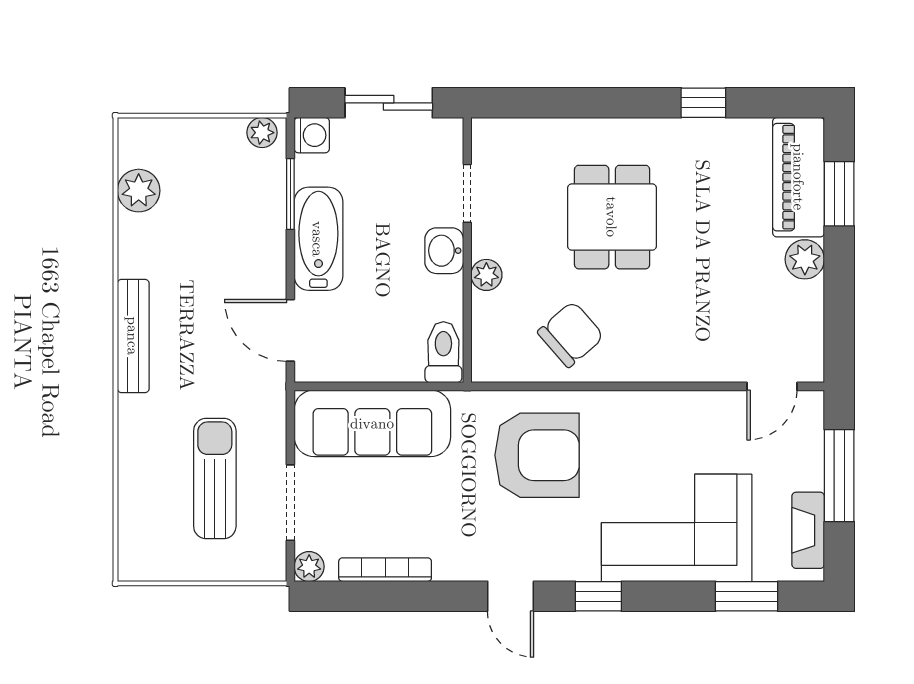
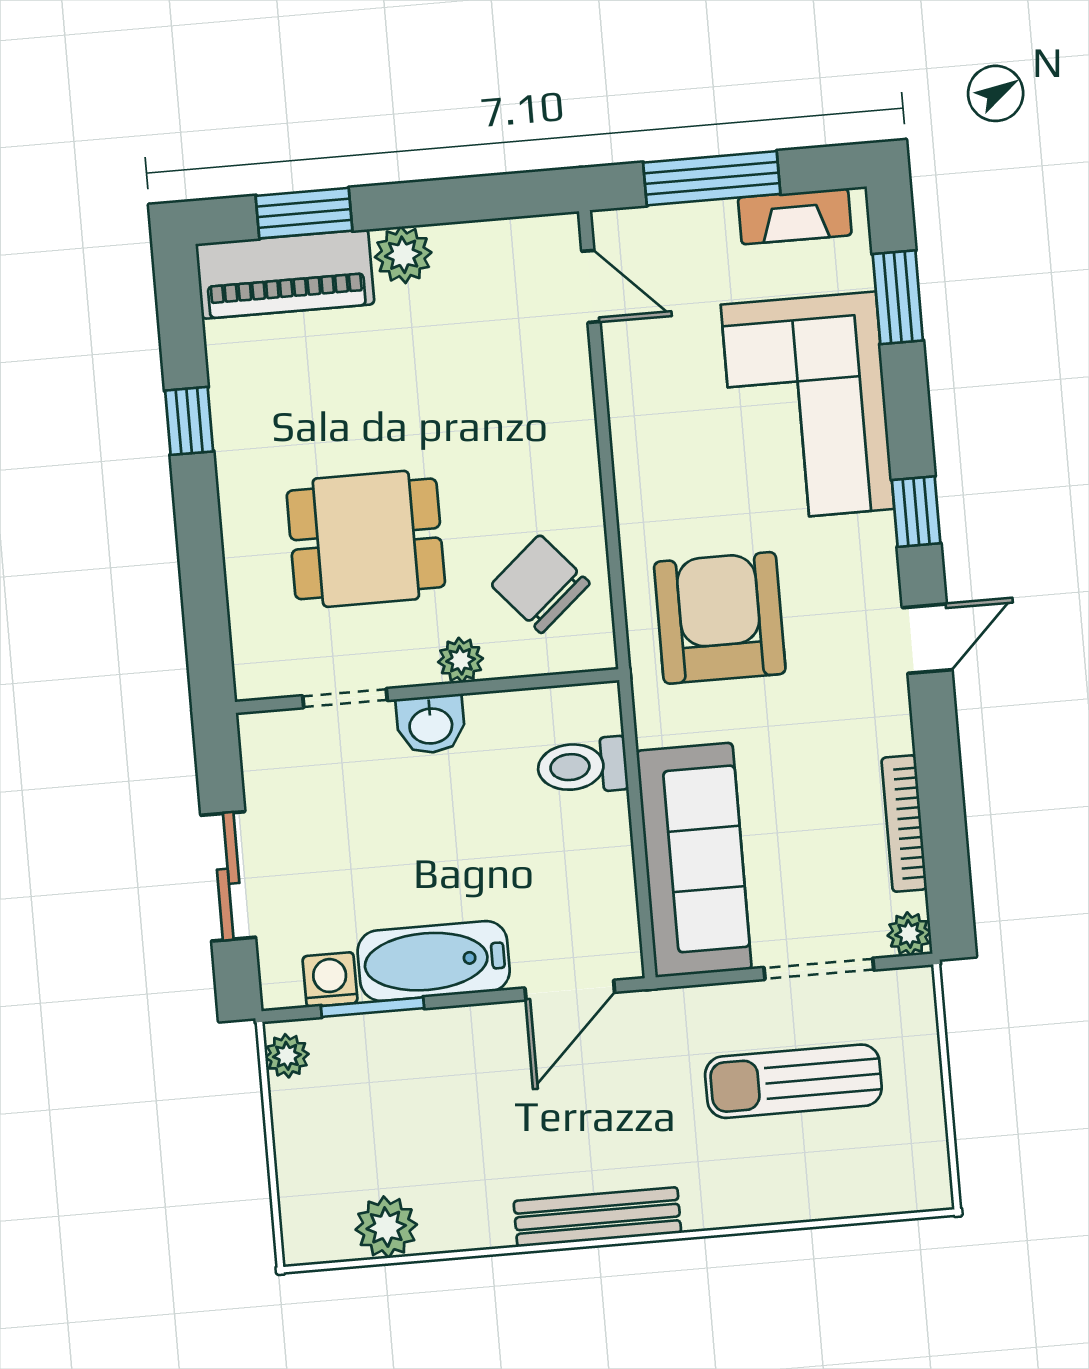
washing machine: (312, 135) -> (330, 980), moved
doorway: (467, 193) -> (345, 698), moved
wall: (467, 250) -> (427, 691), moved
washbasin: (444, 251) -> (431, 724), moved
plant: (486, 275) -> (461, 660), moved

